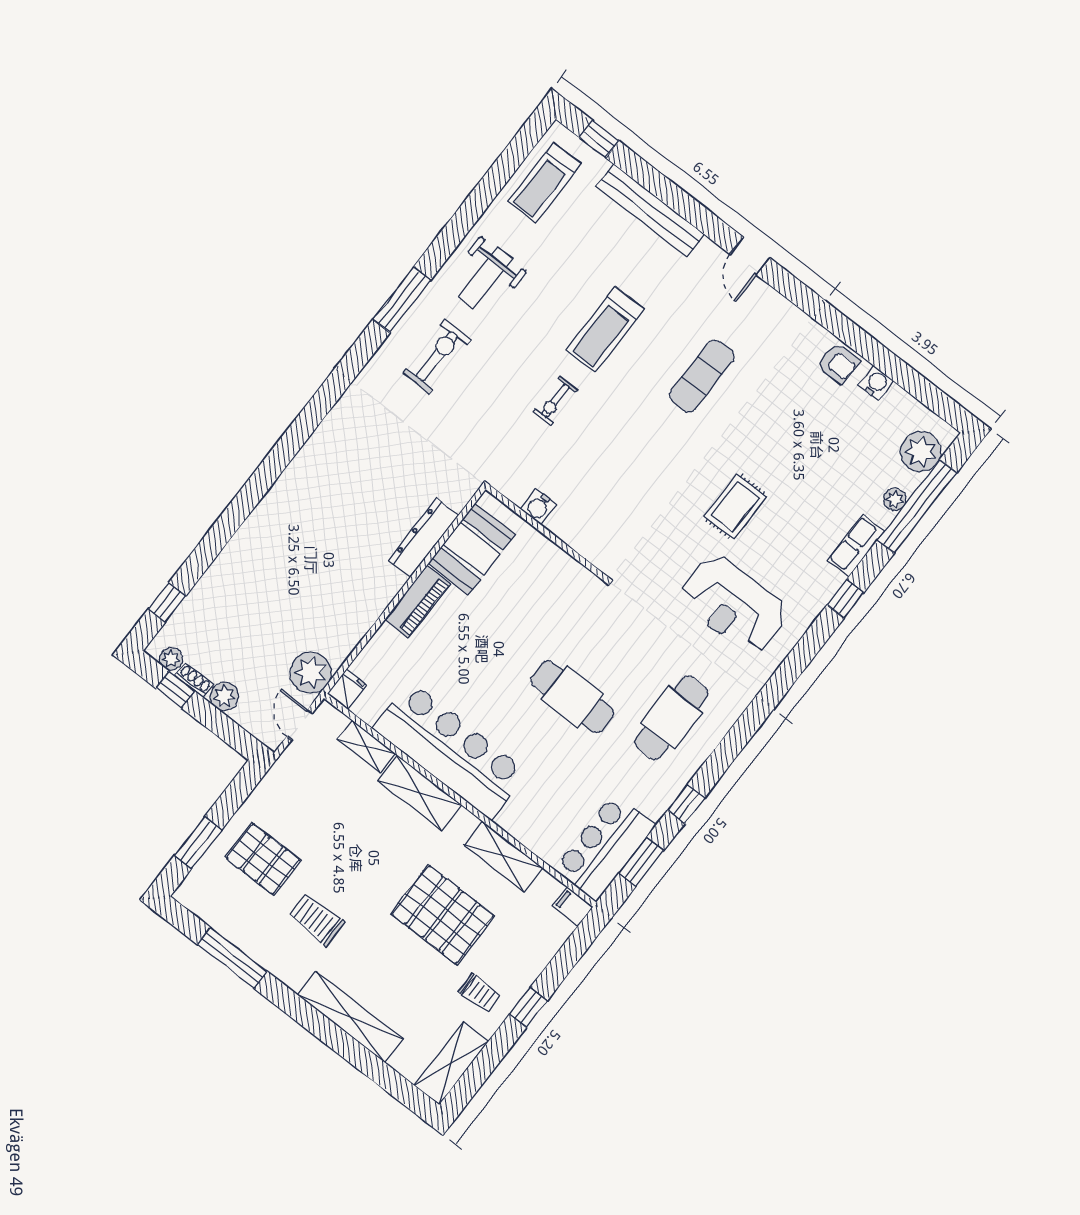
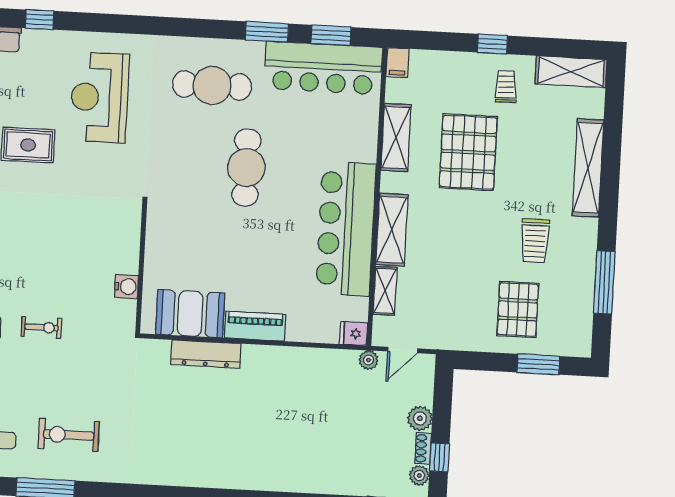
reception desk: (733, 604) -> (99, 97), turned 180
plant: (311, 673) -> (368, 360), width x0.53, depth x0.53
window: (686, 804) -> (267, 32), width x1.50
bar counter: (605, 847) -> (323, 68), width x1.36

